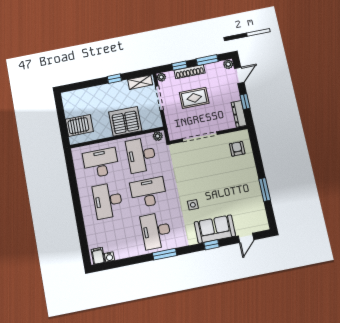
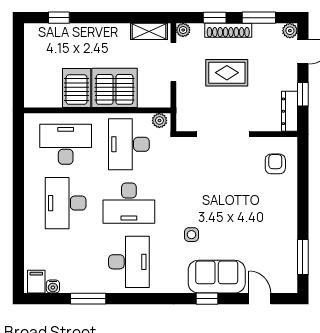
window: (114, 79) -> (59, 18), moved
server rack: (79, 125) -> (77, 88), moved, turned -90
window: (265, 190) -> (303, 257), moved
desk: (148, 192) -> (129, 203), turned 180
desk: (156, 231) -> (129, 262), turned 180
door: (246, 238) -> (260, 299), swing flipped
window: (165, 254) -> (88, 299), moved

